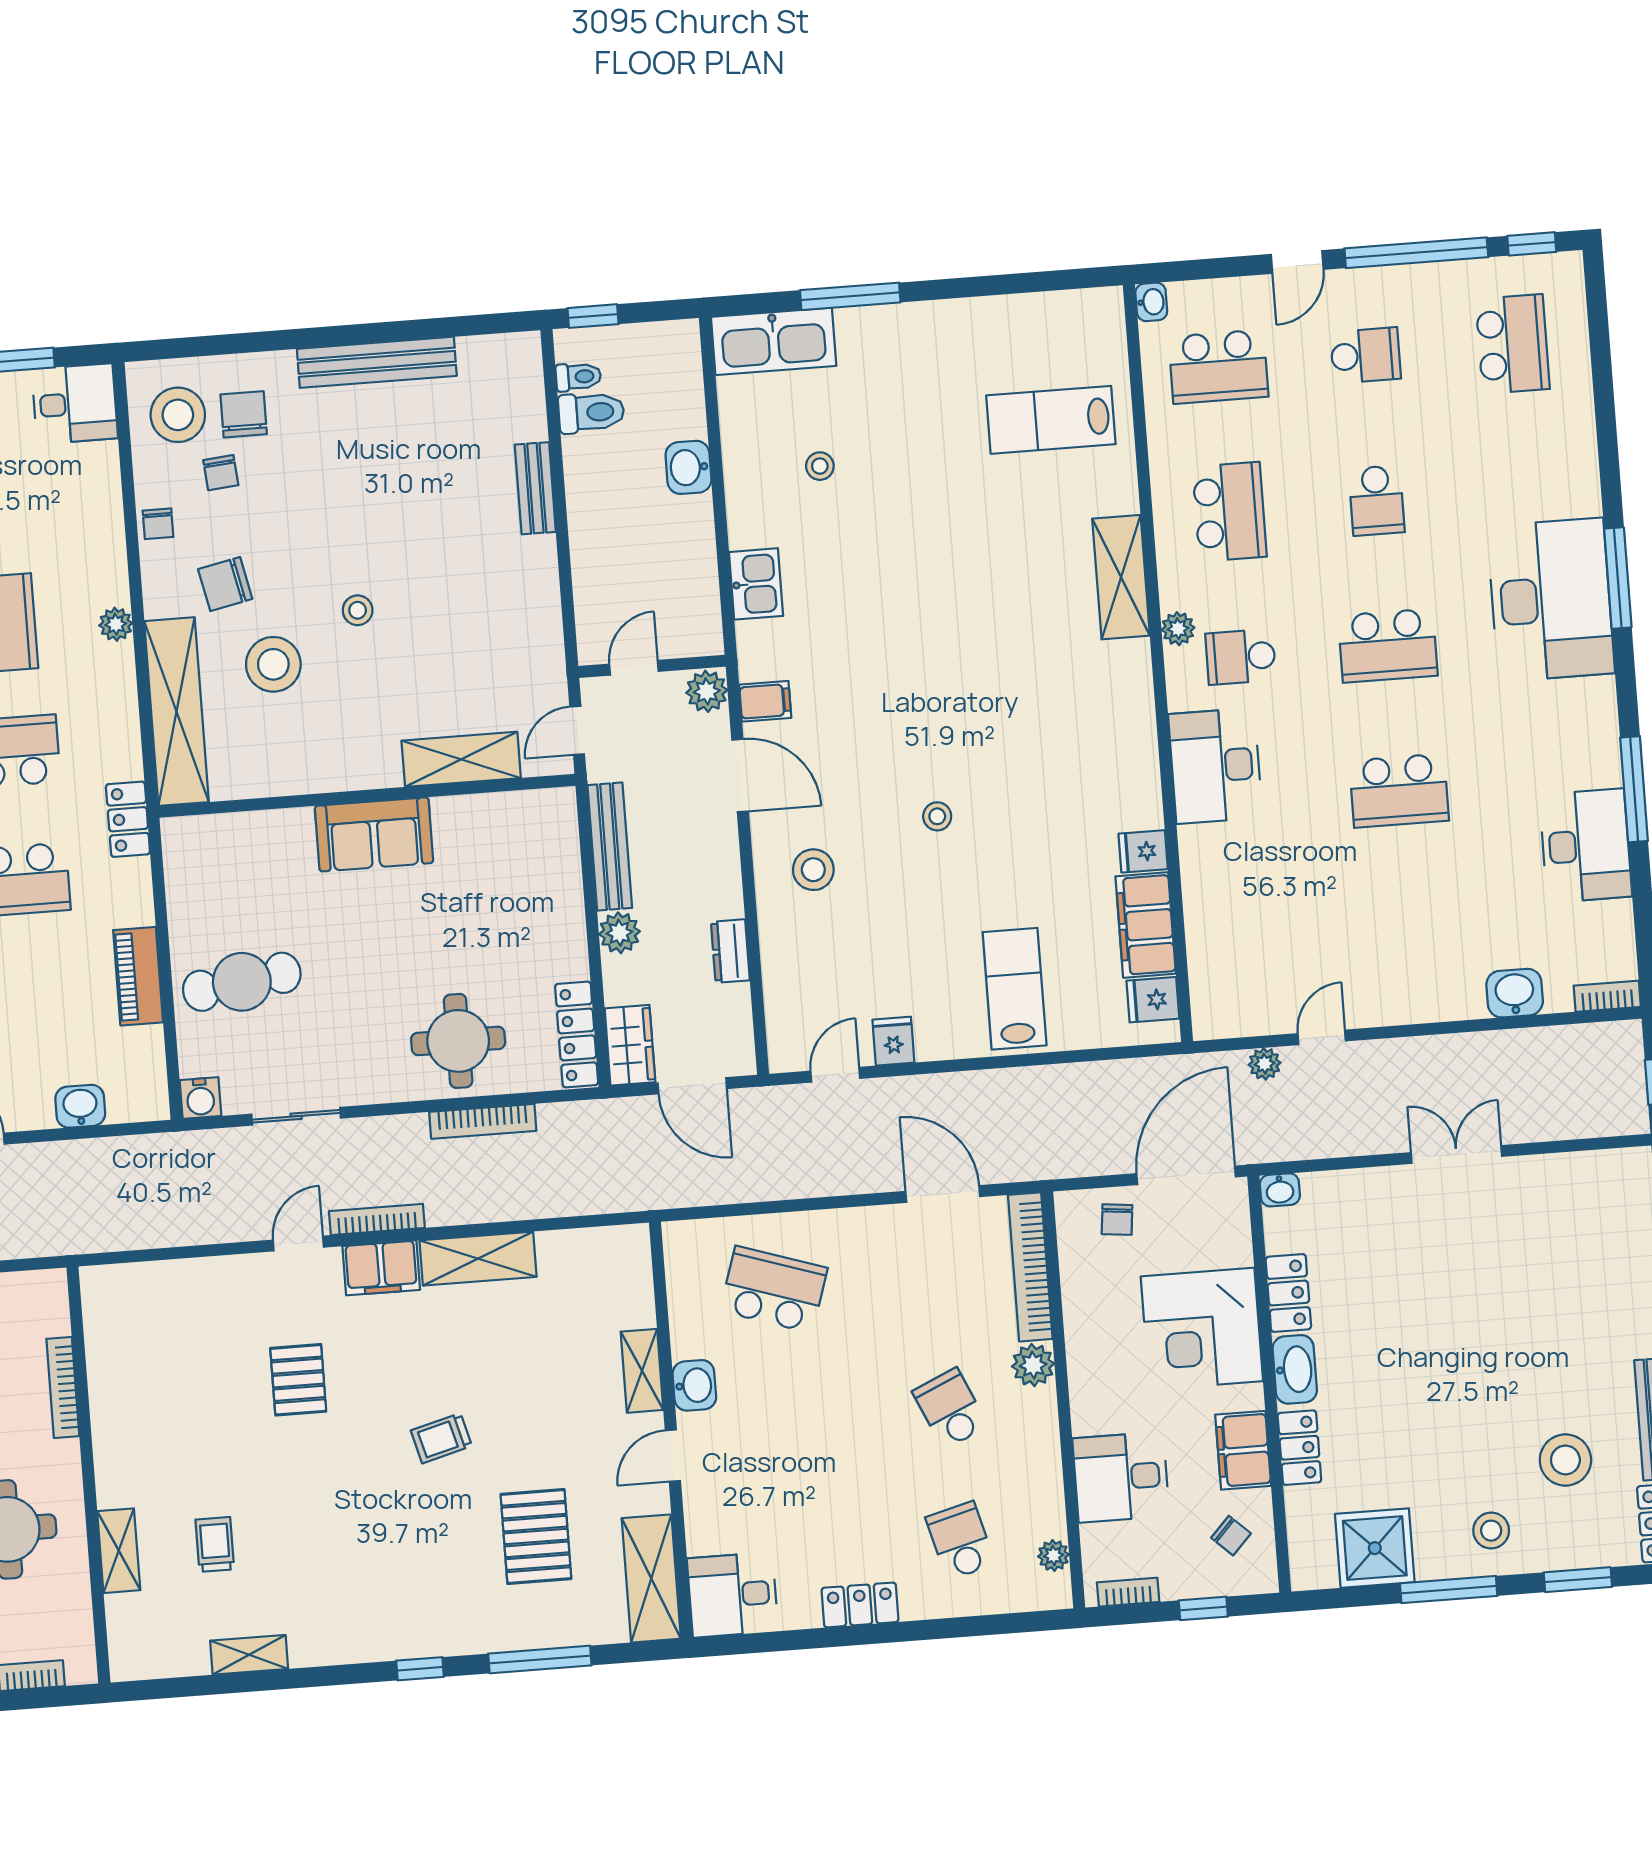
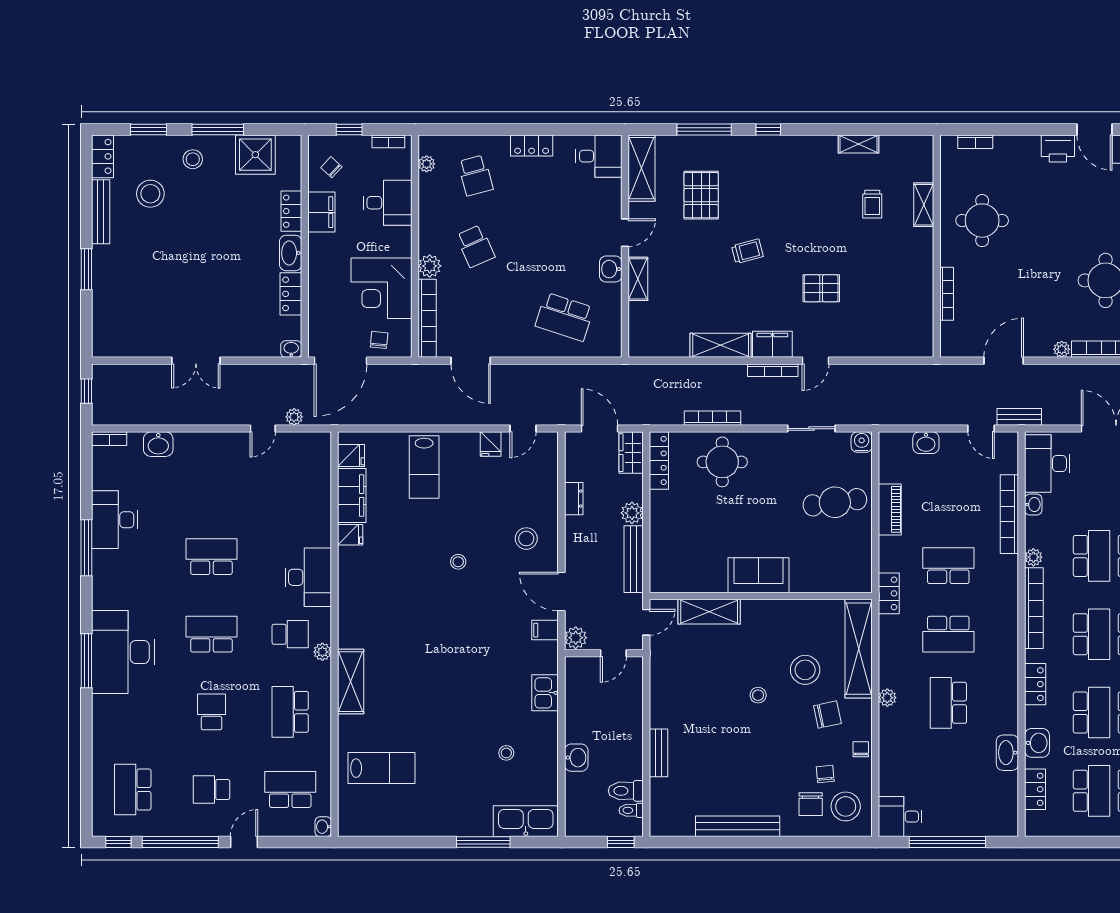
corner desk: (1202, 1329) -> (381, 288), moved, turned 180
pallet: (298, 1380) -> (821, 288), turned 90

